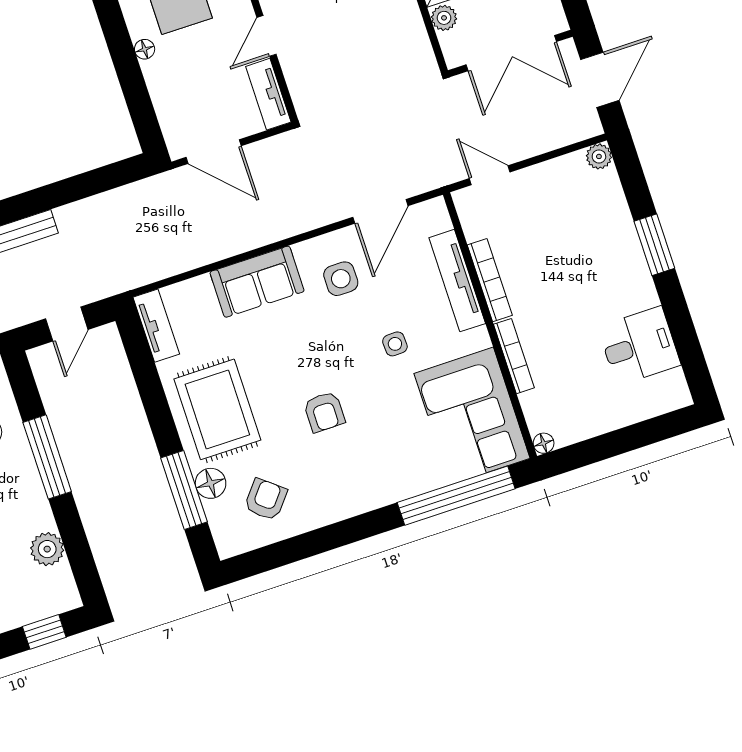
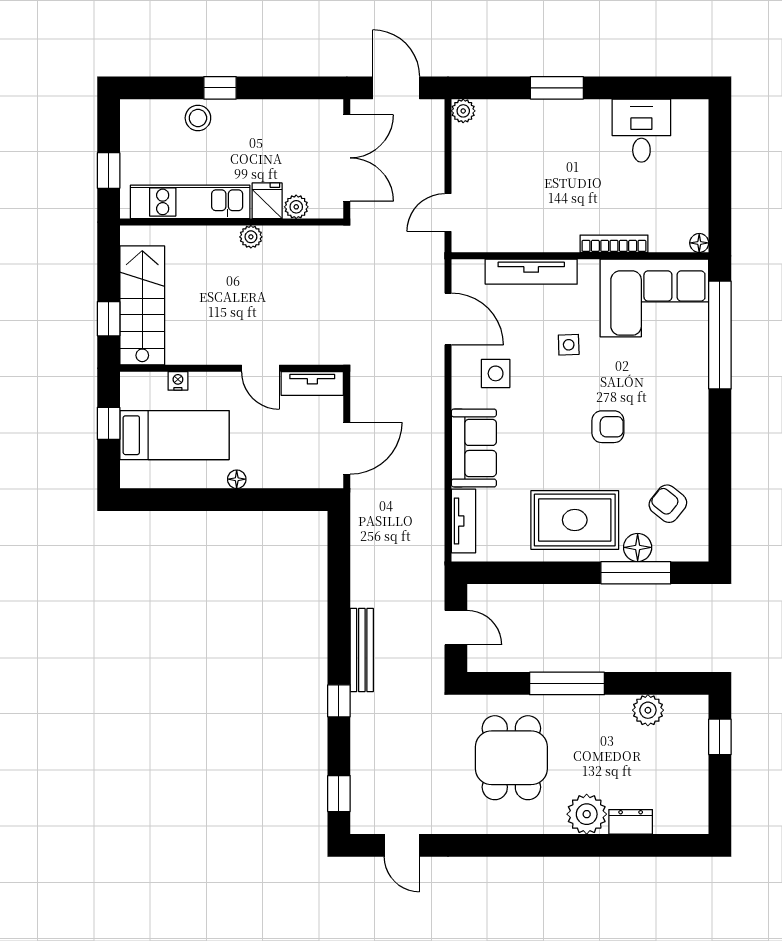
bookcase: (490, 280) -> (540, 243), removed
tv unit: (156, 326) -> (464, 521), moved, turned 90

